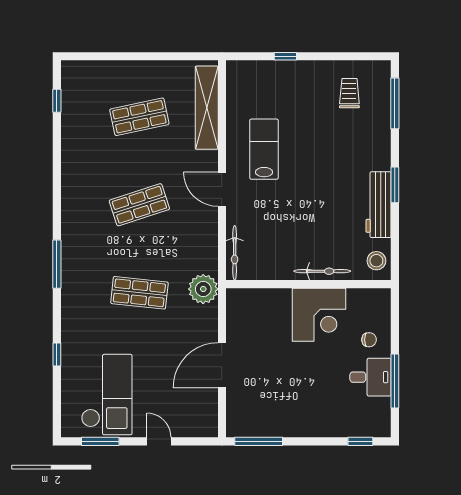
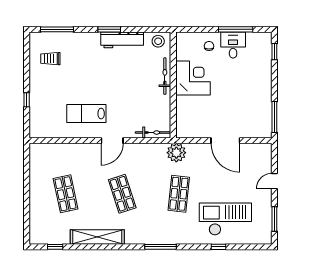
shelving: (207, 108) -> (97, 237), moved
checkout: (107, 395) -> (225, 219), moved

